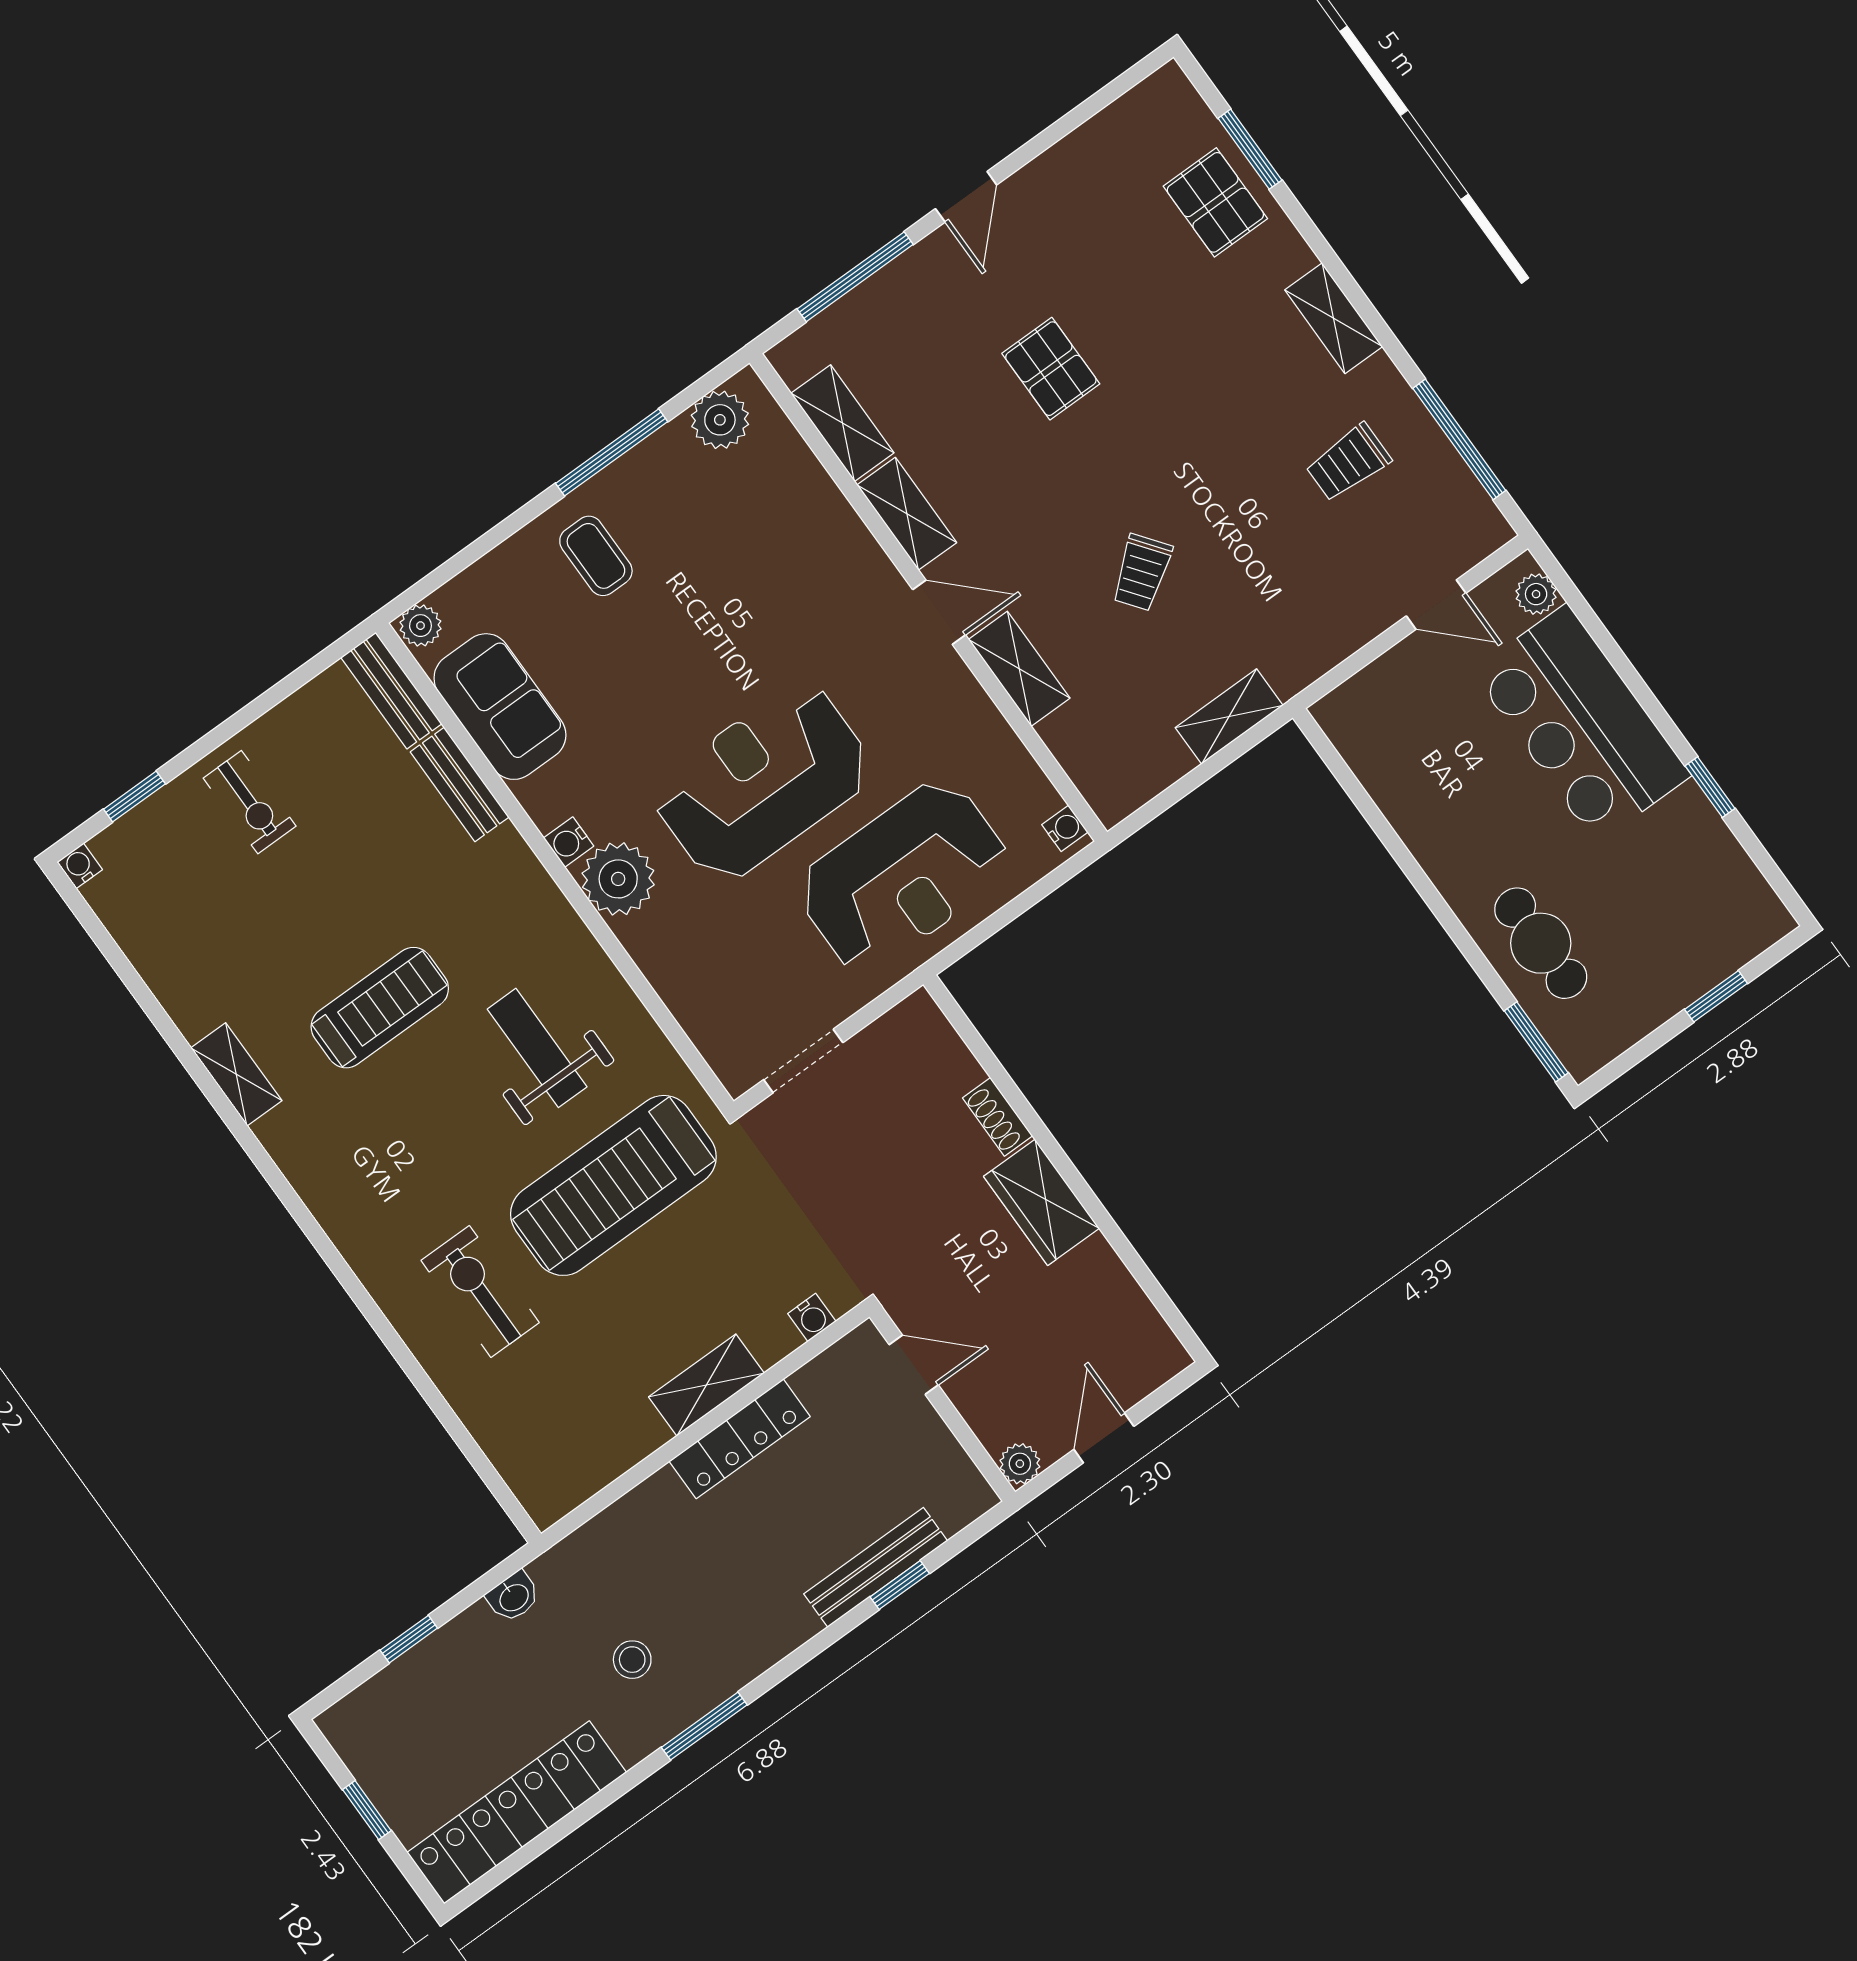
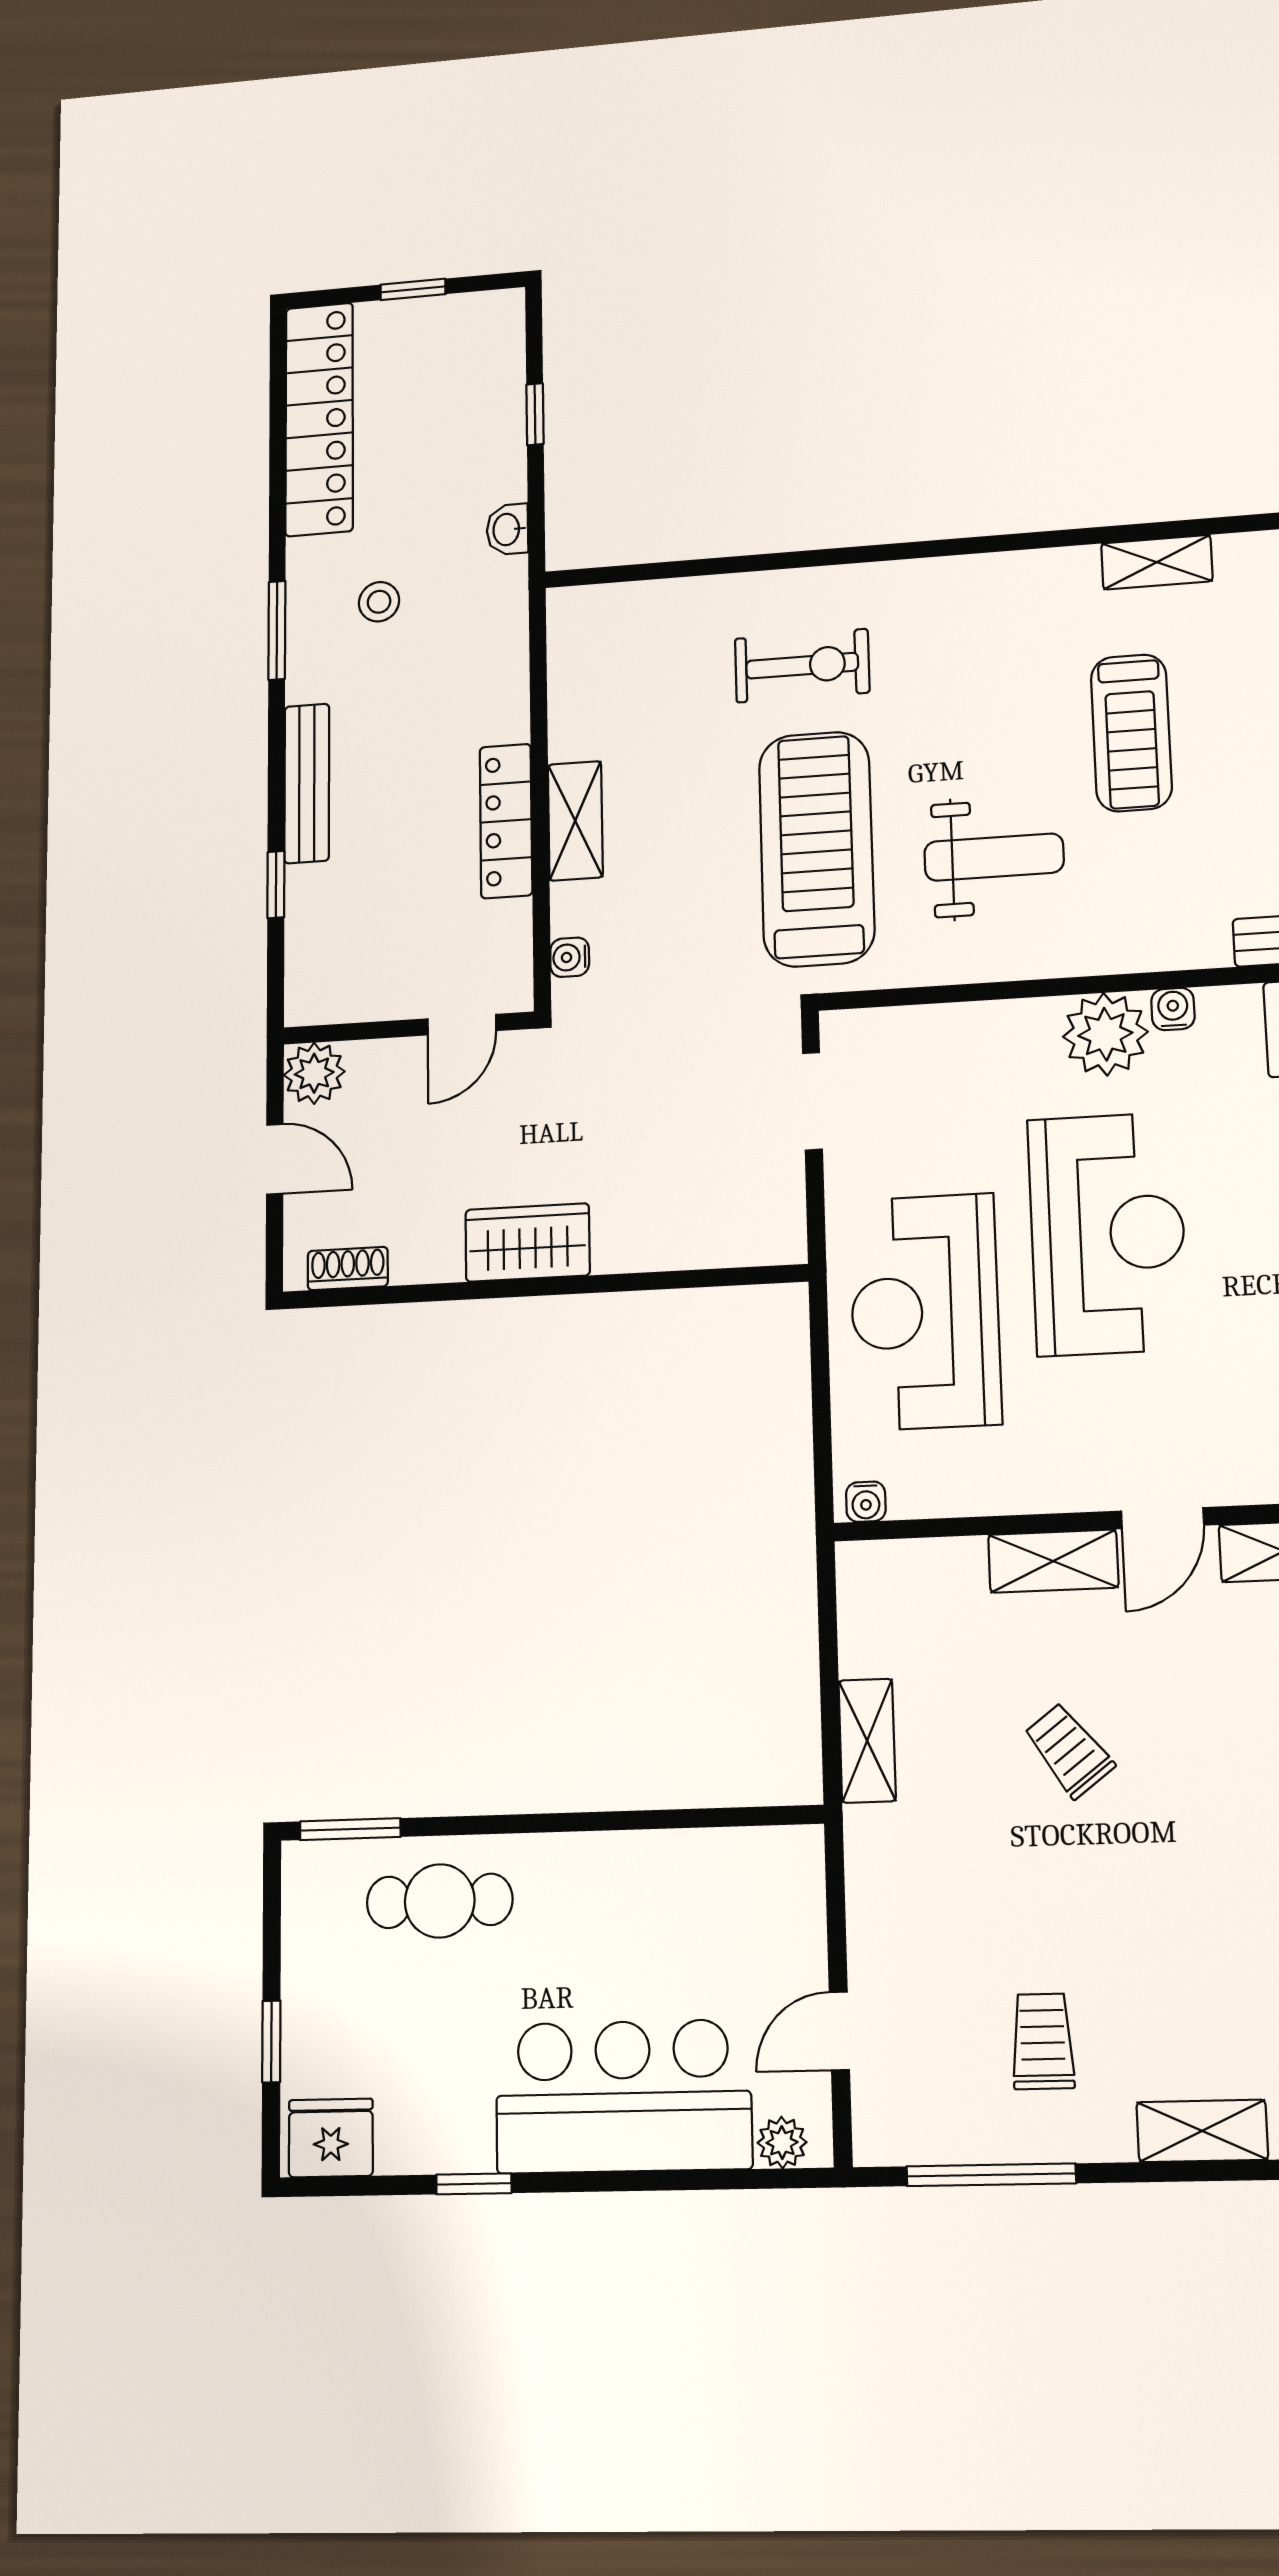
fridge: (1750, 908) -> (331, 2138), added
shoe rack: (997, 1117) -> (348, 1269), moved
plant: (1020, 1464) -> (314, 1073), width x1.38, depth x1.38
bench: (876, 1567) -> (307, 783), moved

